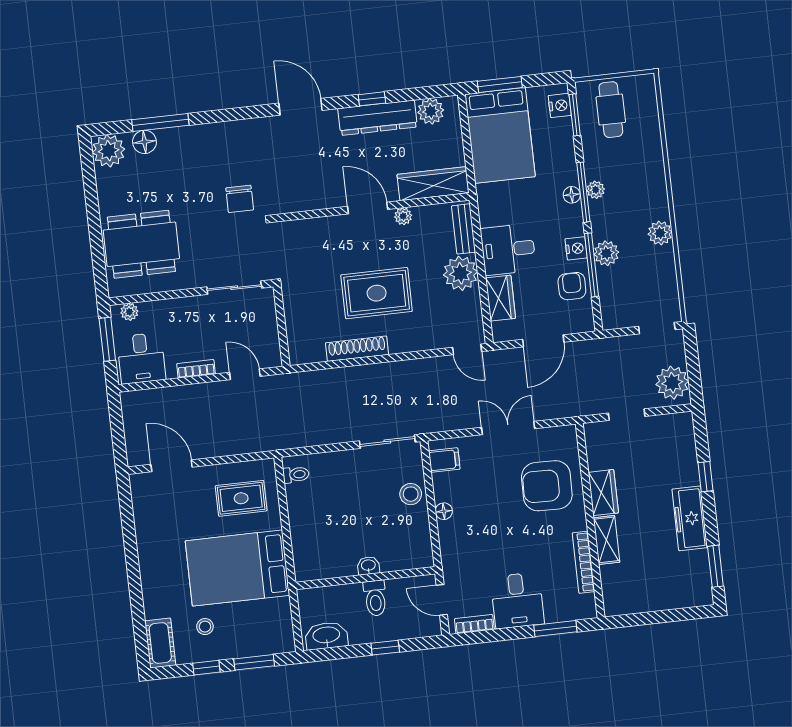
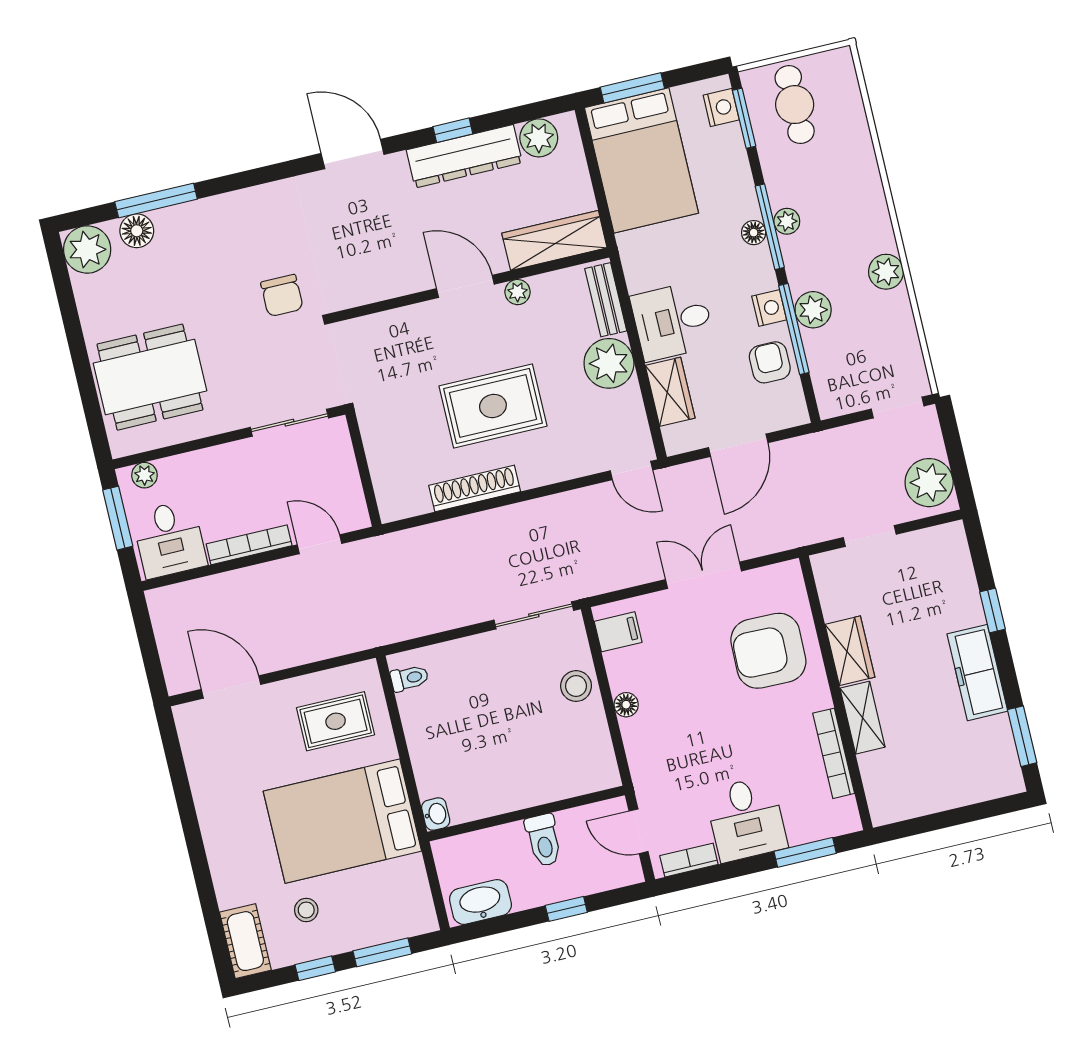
bookcase: (196, 369) -> (249, 545), width x1.56
washbasin: (368, 566) -> (436, 814), moved, turned 90

